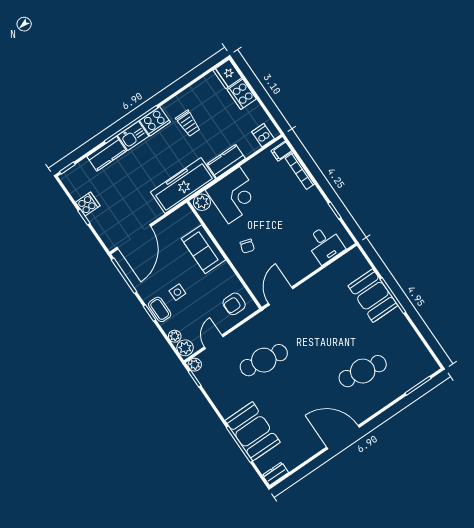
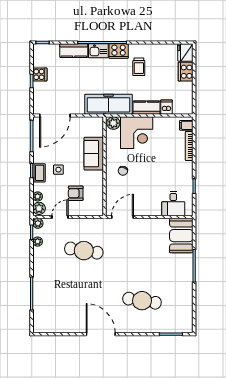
dishwasher: (263, 135) -> (167, 107), moved
booth: (373, 296) -> (181, 236), moved
armchair: (234, 304) -> (76, 193), moved
plant: (208, 384) -> (38, 242), added
booth: (253, 431) -> (46, 291), removed
dresser: (275, 474) -> (42, 328), removed

